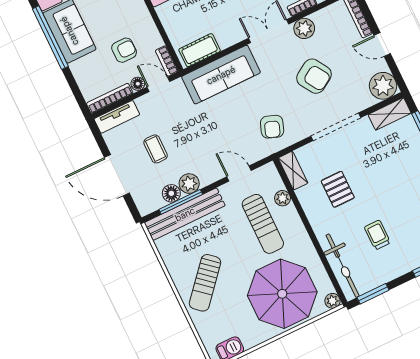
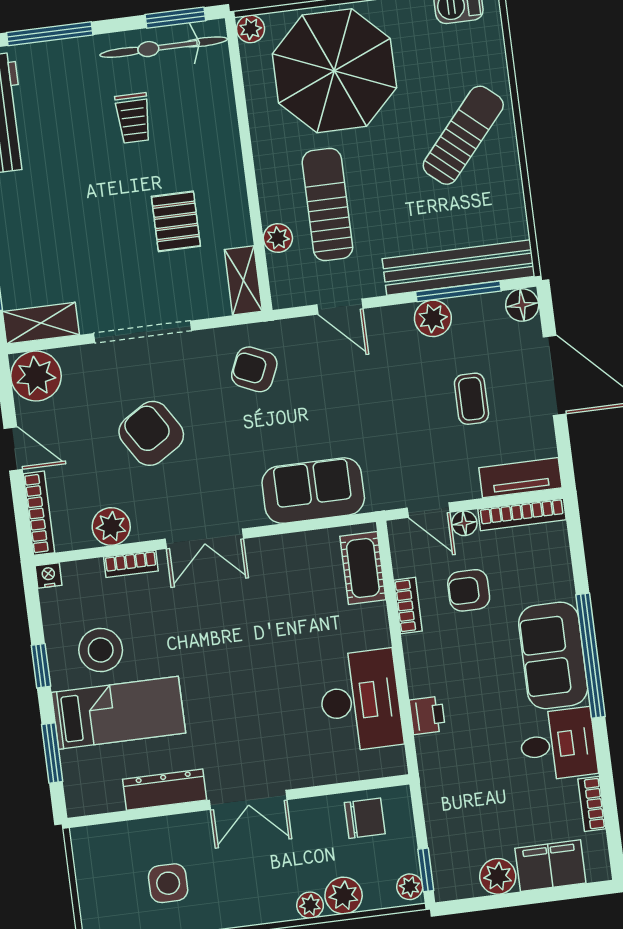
plant: (304, 28) -> (111, 526), moved
cot: (200, 50) -> (363, 568), moved, turned 90
bookcase: (167, 61) -> (408, 606), moved
sofa: (221, 75) -> (313, 491), width x0.73
armchair: (272, 127) -> (254, 369), turned -86
floor lamp: (171, 193) -> (522, 305), moved
bicycle: (343, 266) -> (164, 47), moved, turned -90

